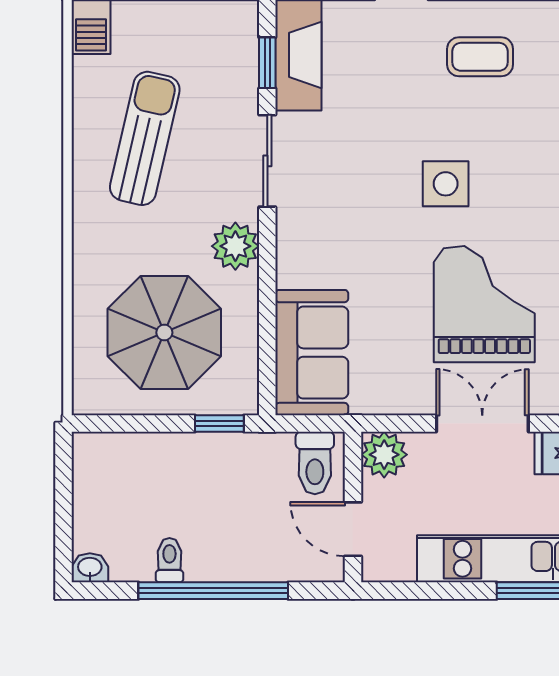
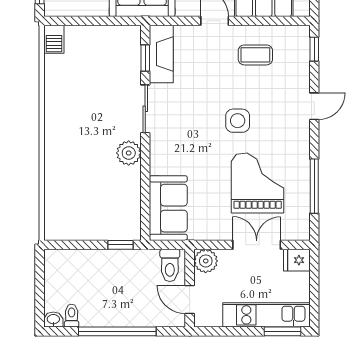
sun lounger: (145, 138) -> (82, 97), removed
parasol: (164, 333) -> (92, 198), removed
toilet: (169, 560) -> (72, 316), moved

